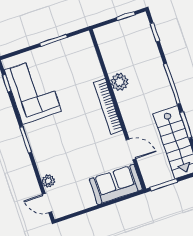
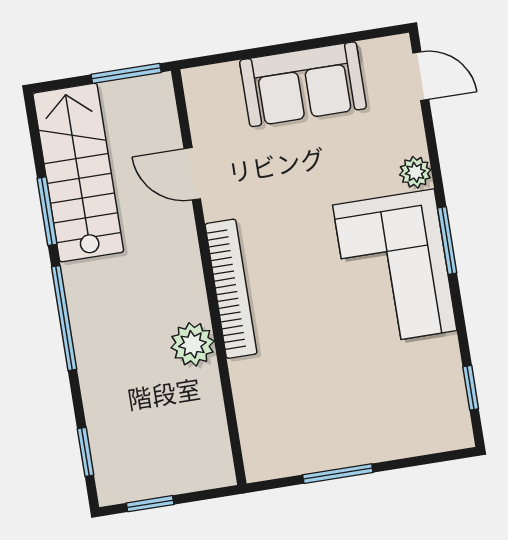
corner sofa: (33, 91) -> (395, 268), moved
plant: (48, 181) -> (415, 172), moved
sofa: (116, 184) -> (303, 84), moved

